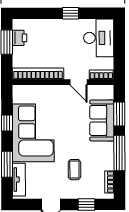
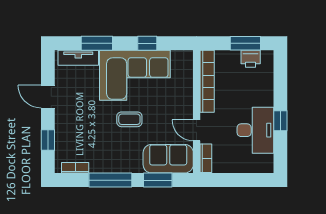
desk: (99, 38) -> (255, 130), moved, turned -90
door: (78, 82) -> (197, 130), hinge flipped
sofa: (102, 120) -> (168, 159), moved
coffee table: (74, 170) -> (129, 119), moved

